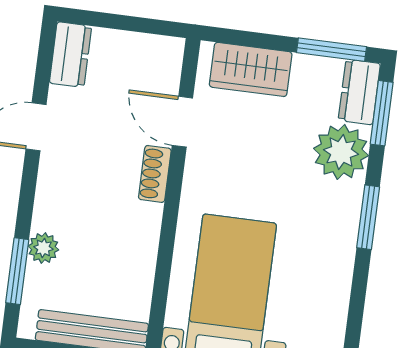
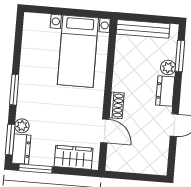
dresser: (70, 55) -> (165, 91), moved
plant: (341, 152) -> (22, 126), width x0.53, depth x0.53

